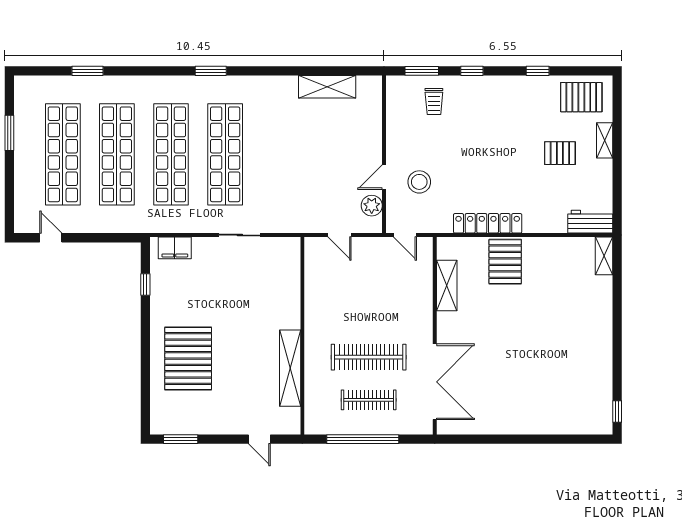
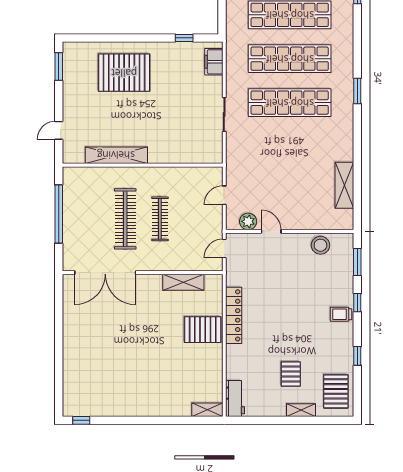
trolley: (434, 102) -> (341, 314), moved
stool: (419, 182) -> (320, 245), moved
clothes rail: (369, 400) -> (160, 219), moved

